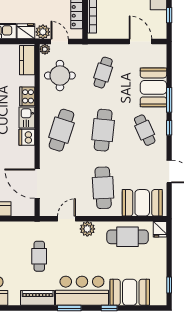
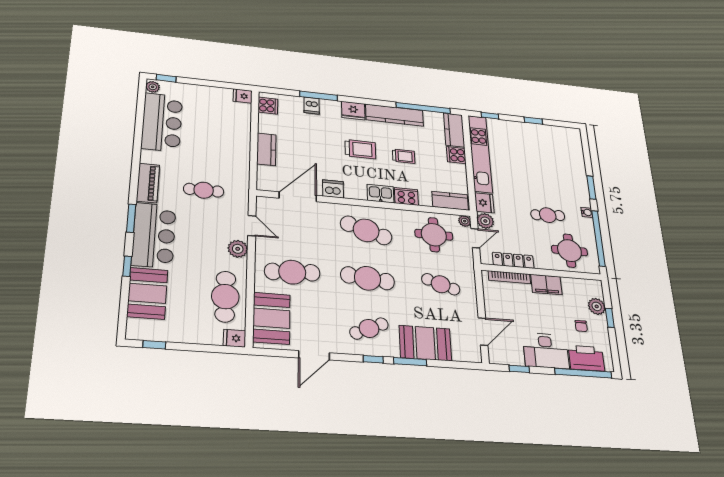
dishwasher: (27, 137) -> (333, 189), moved

